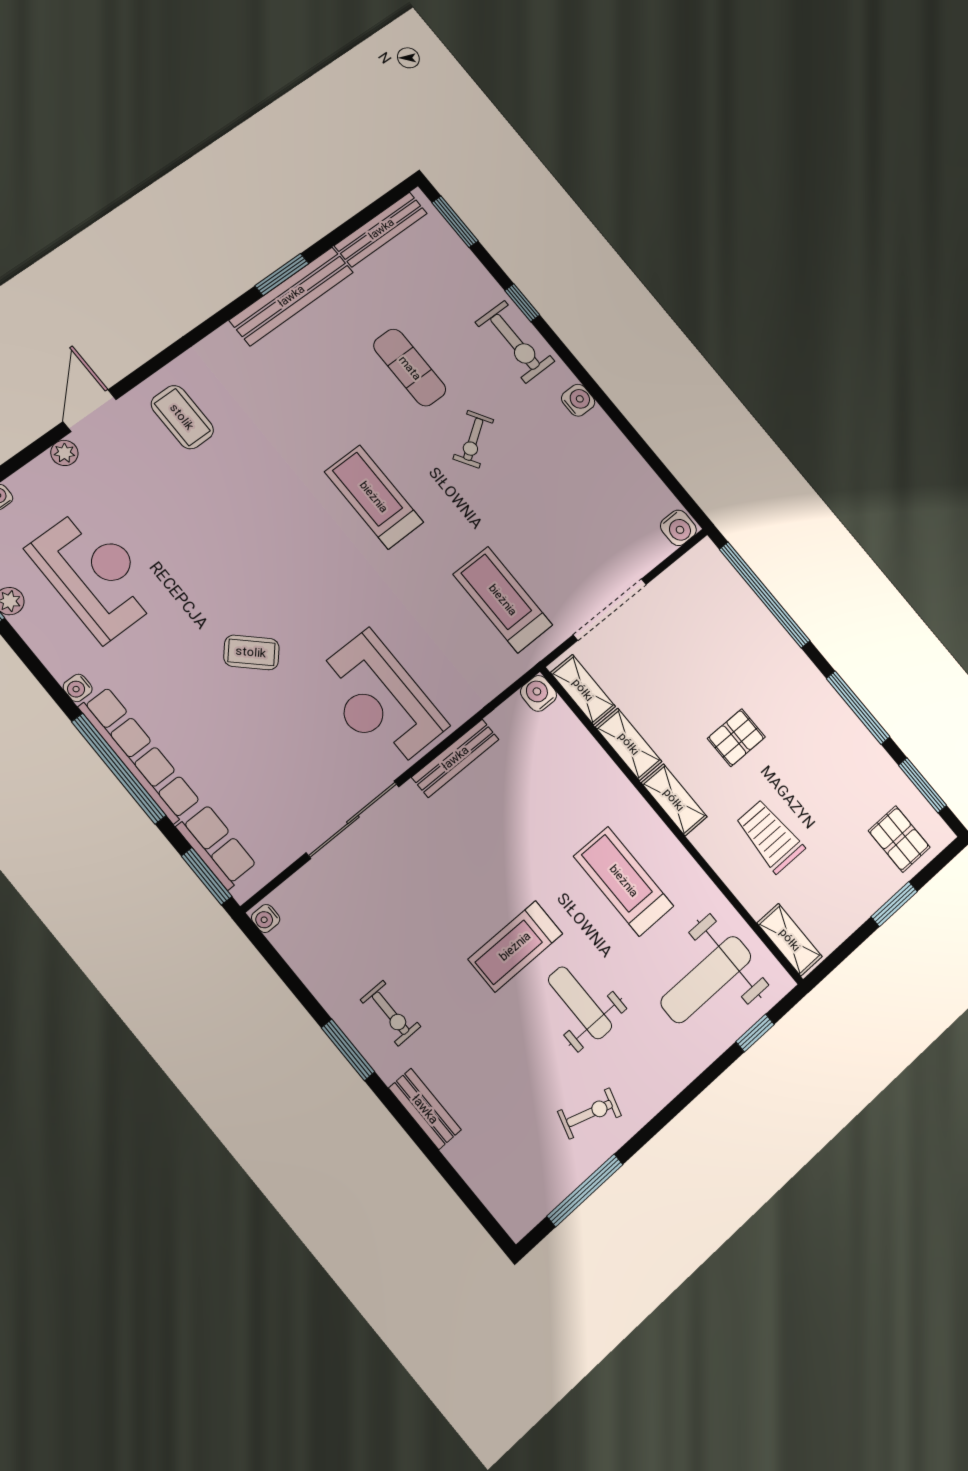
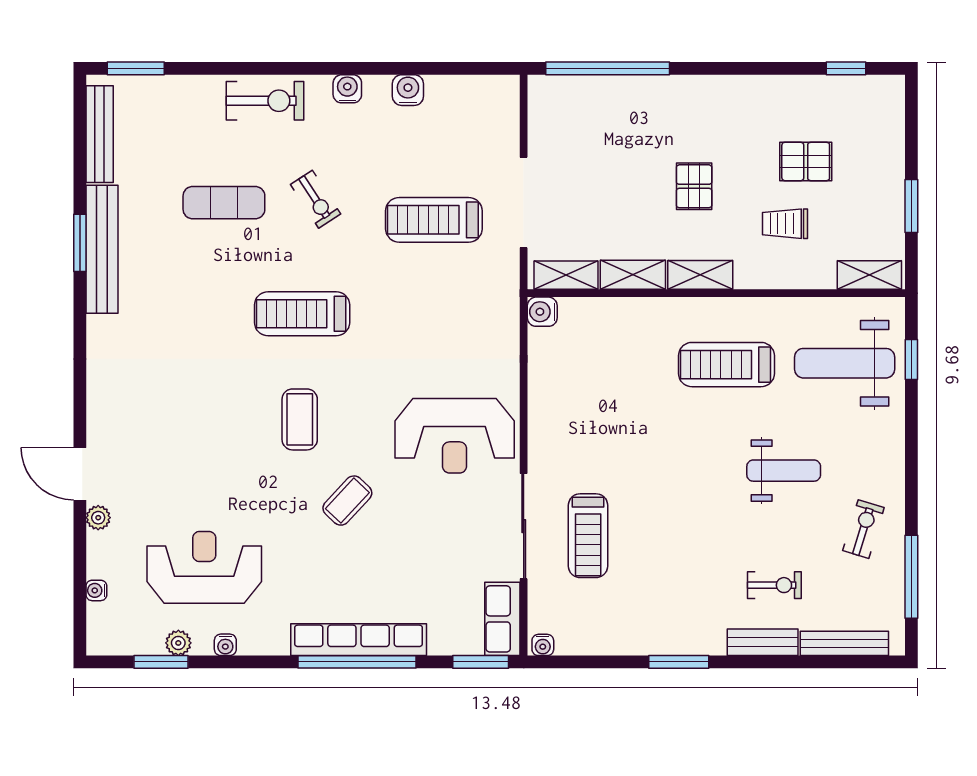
window: (522, 303) -> (239, 68), removed
coffee table: (182, 417) -> (300, 419), moved, turned 90
water cooler: (678, 528) -> (408, 90), moved, turned -90
treadmill: (503, 600) -> (434, 220), moved
water cooler: (78, 688) -> (225, 645), moved
window: (858, 708) -> (749, 68), removed
bench: (455, 758) -> (844, 643), moved, turned 90
window: (923, 785) -> (846, 68), width x0.67
trolley: (770, 836) -> (785, 224), width x0.73, depth x0.72
pallet: (899, 839) -> (806, 161), moved
row of seats: (217, 846) -> (502, 619), moved, turned -90
window: (894, 904) -> (911, 206), moved
treadmill: (515, 946) -> (588, 536), moved
weight bench: (706, 979) -> (845, 363), turned 90
weight bench: (580, 1003) -> (784, 471), turned 180
exercise bike: (391, 1013) -> (774, 585), moved

